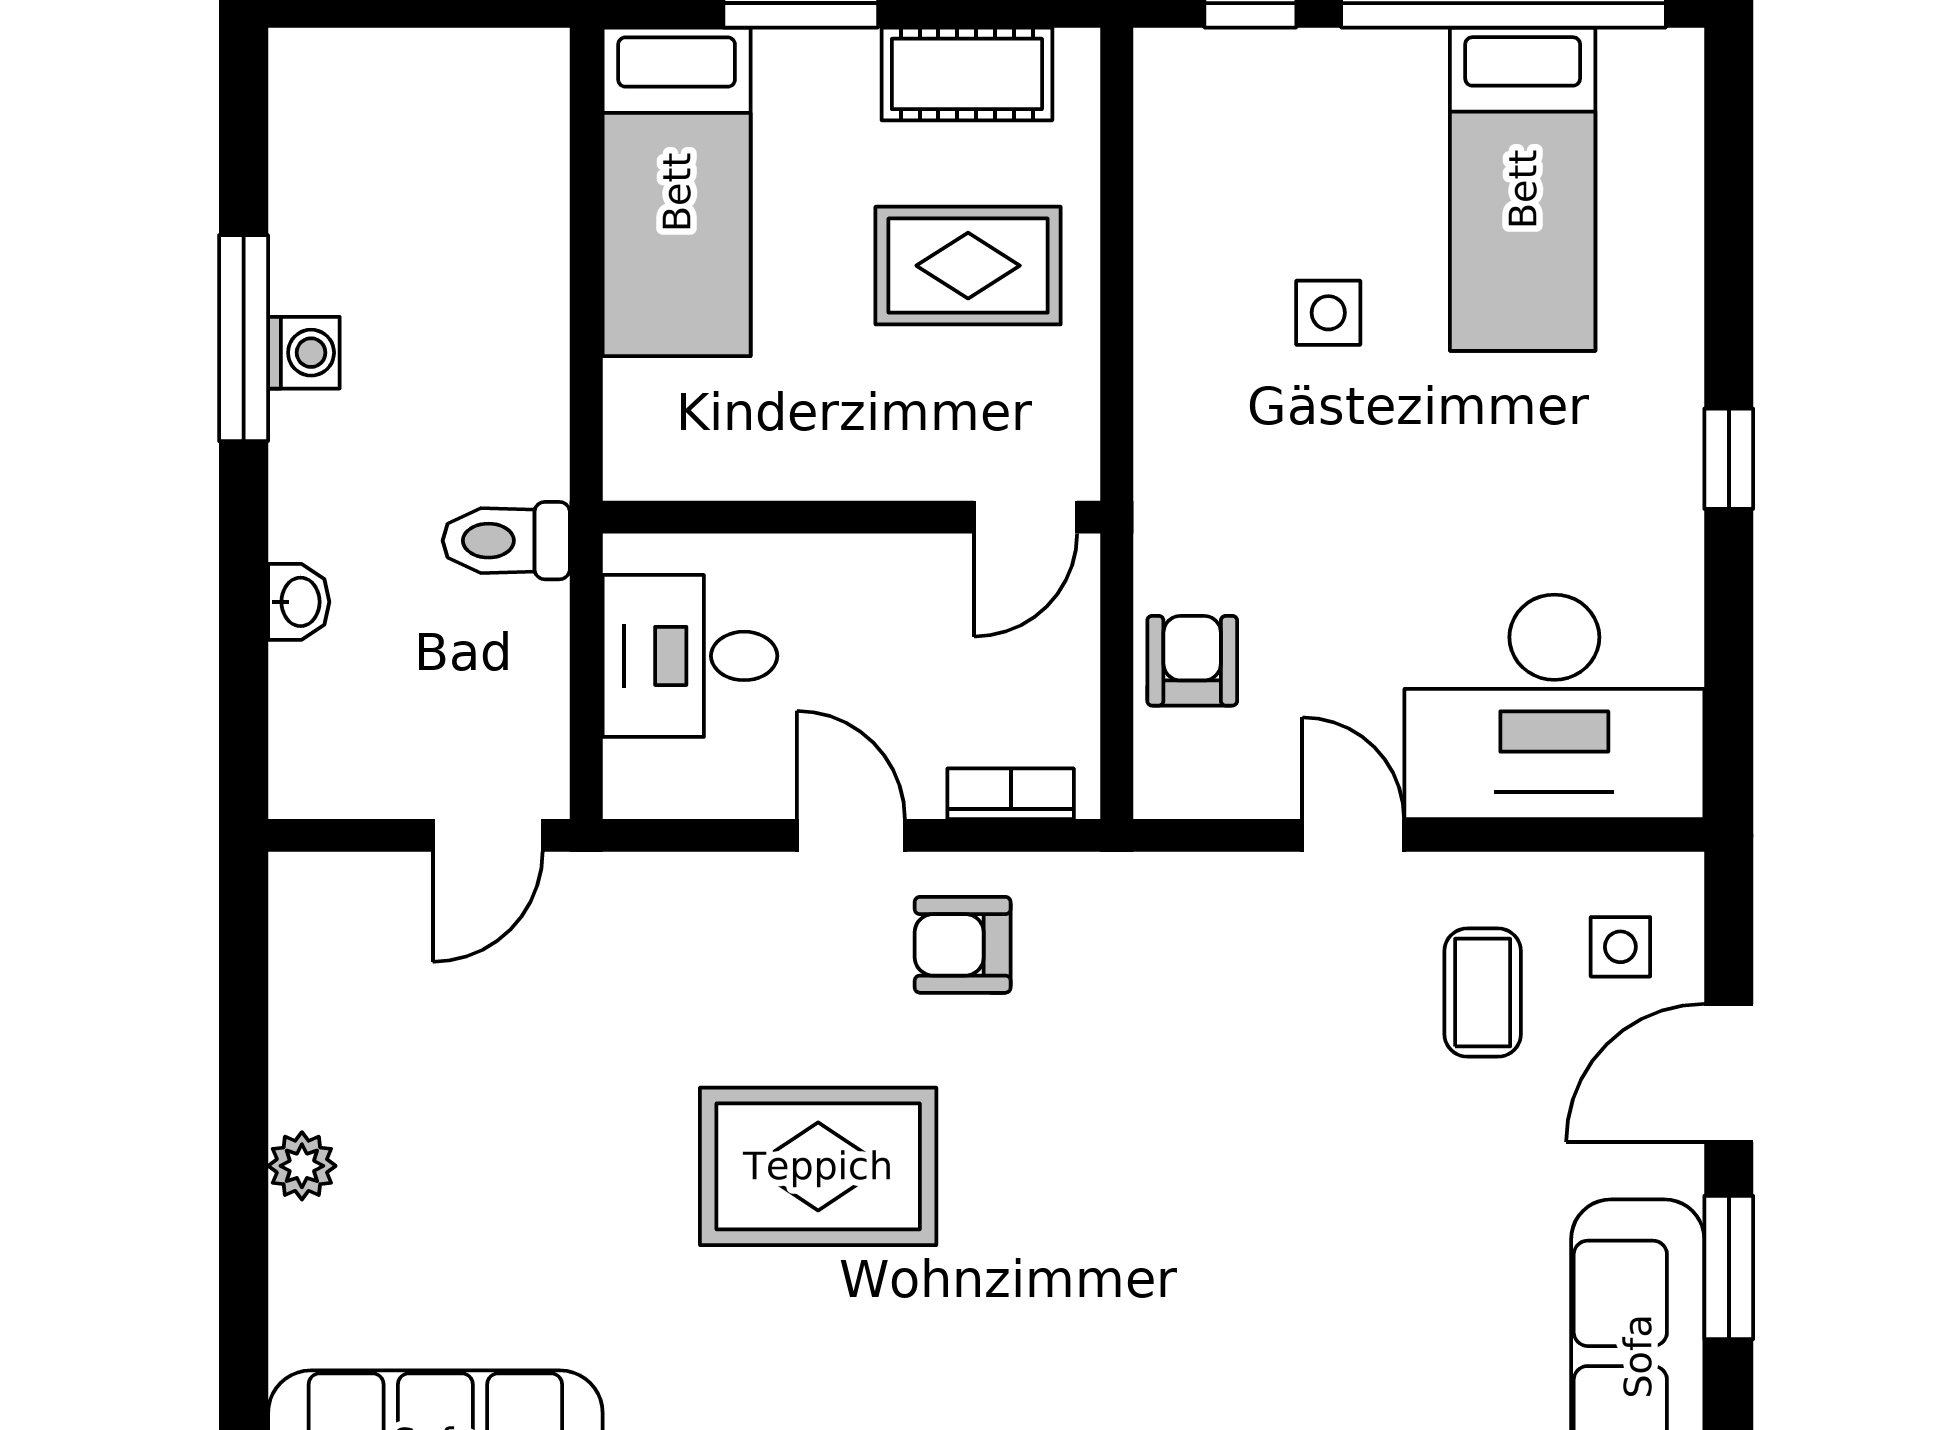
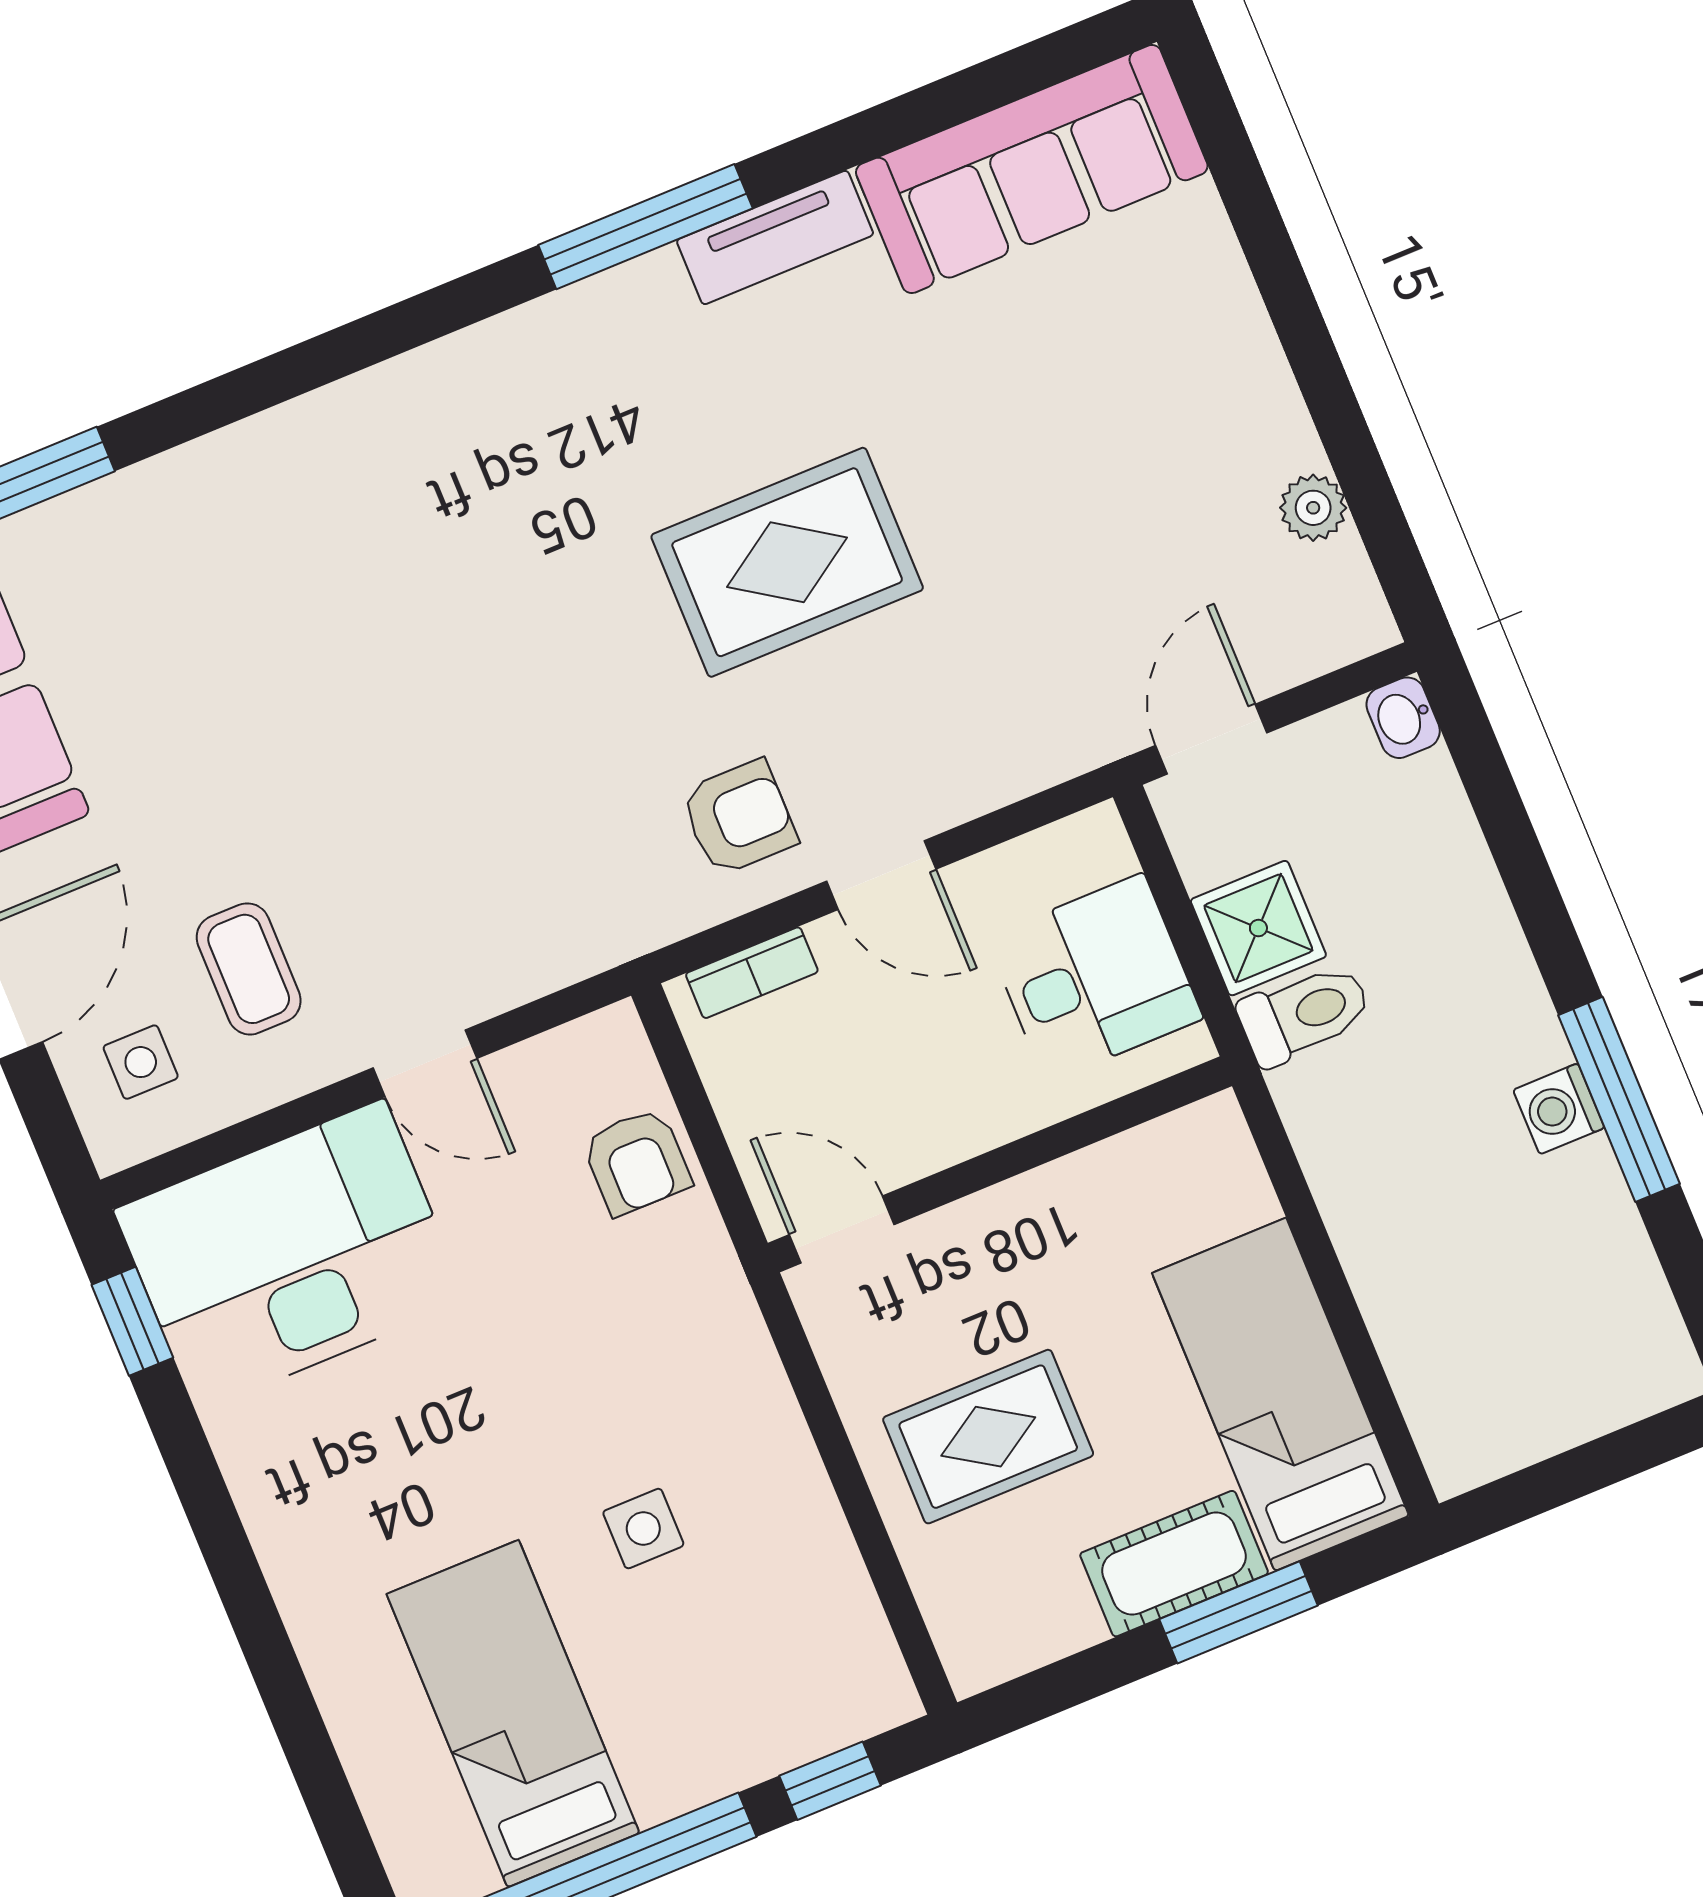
cot: (967, 74) -> (1174, 1564), moved
window: (1729, 459) -> (132, 1321), moved
door: (1026, 517) -> (842, 1230), hinge flipped
washbasin: (299, 602) -> (1403, 718), moved
shower: (516, 639) -> (1258, 928), added
plant: (302, 1166) -> (1313, 508), moved

